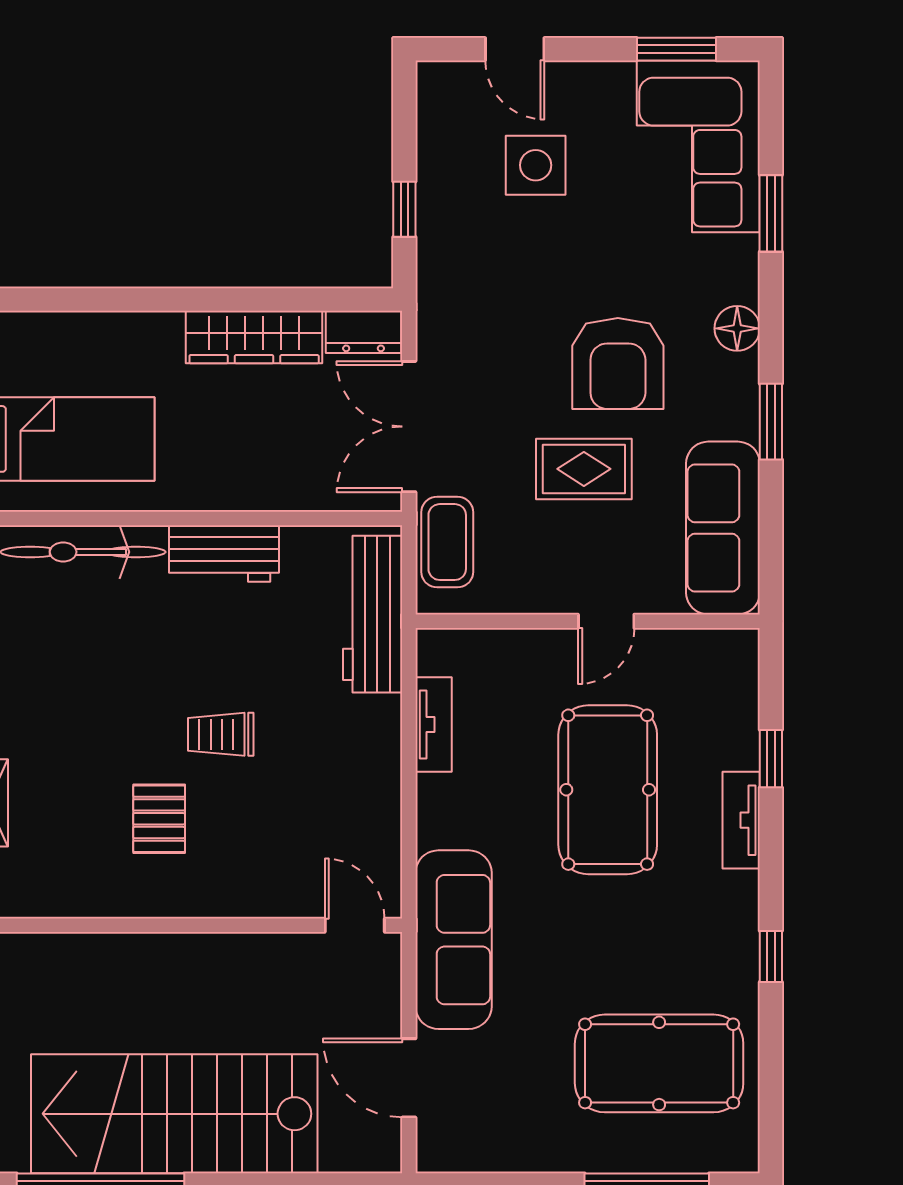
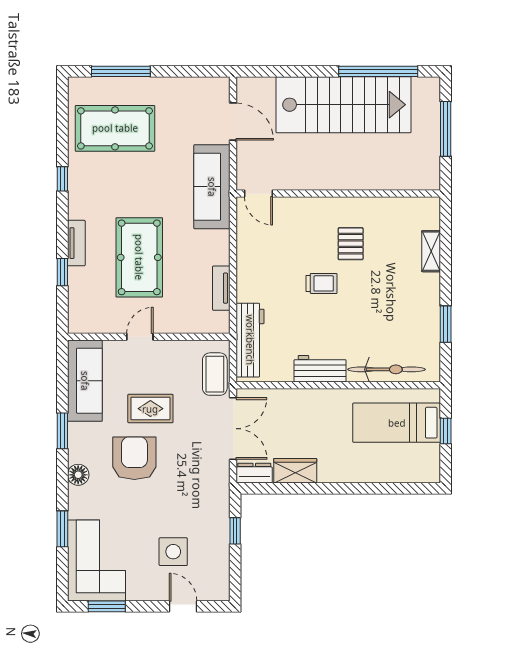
wardrobe: (254, 337) -> (295, 471), width x0.67

